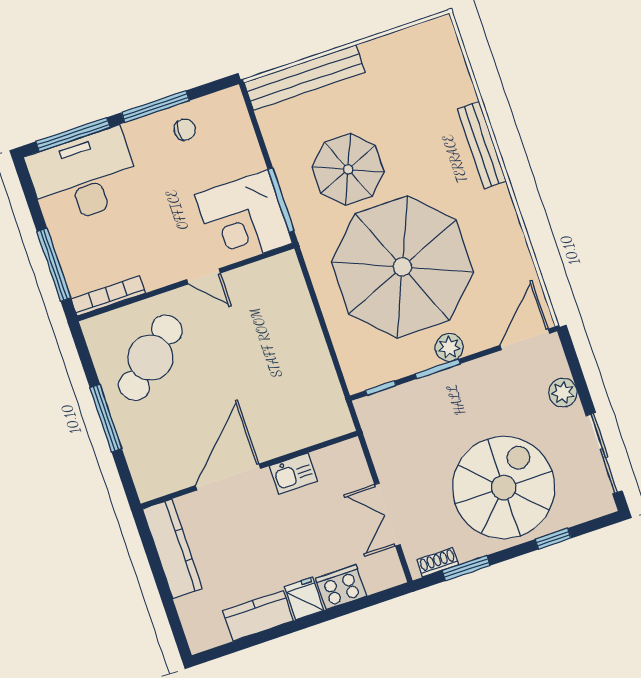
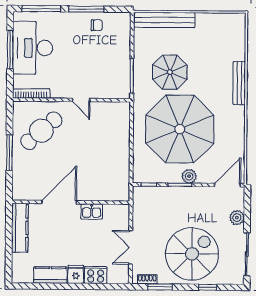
desk: (84, 177) -> (33, 48), moved, turned -90
corner desk: (243, 219) -> (110, 79), removed
window: (54, 265) -> (10, 50), moved

